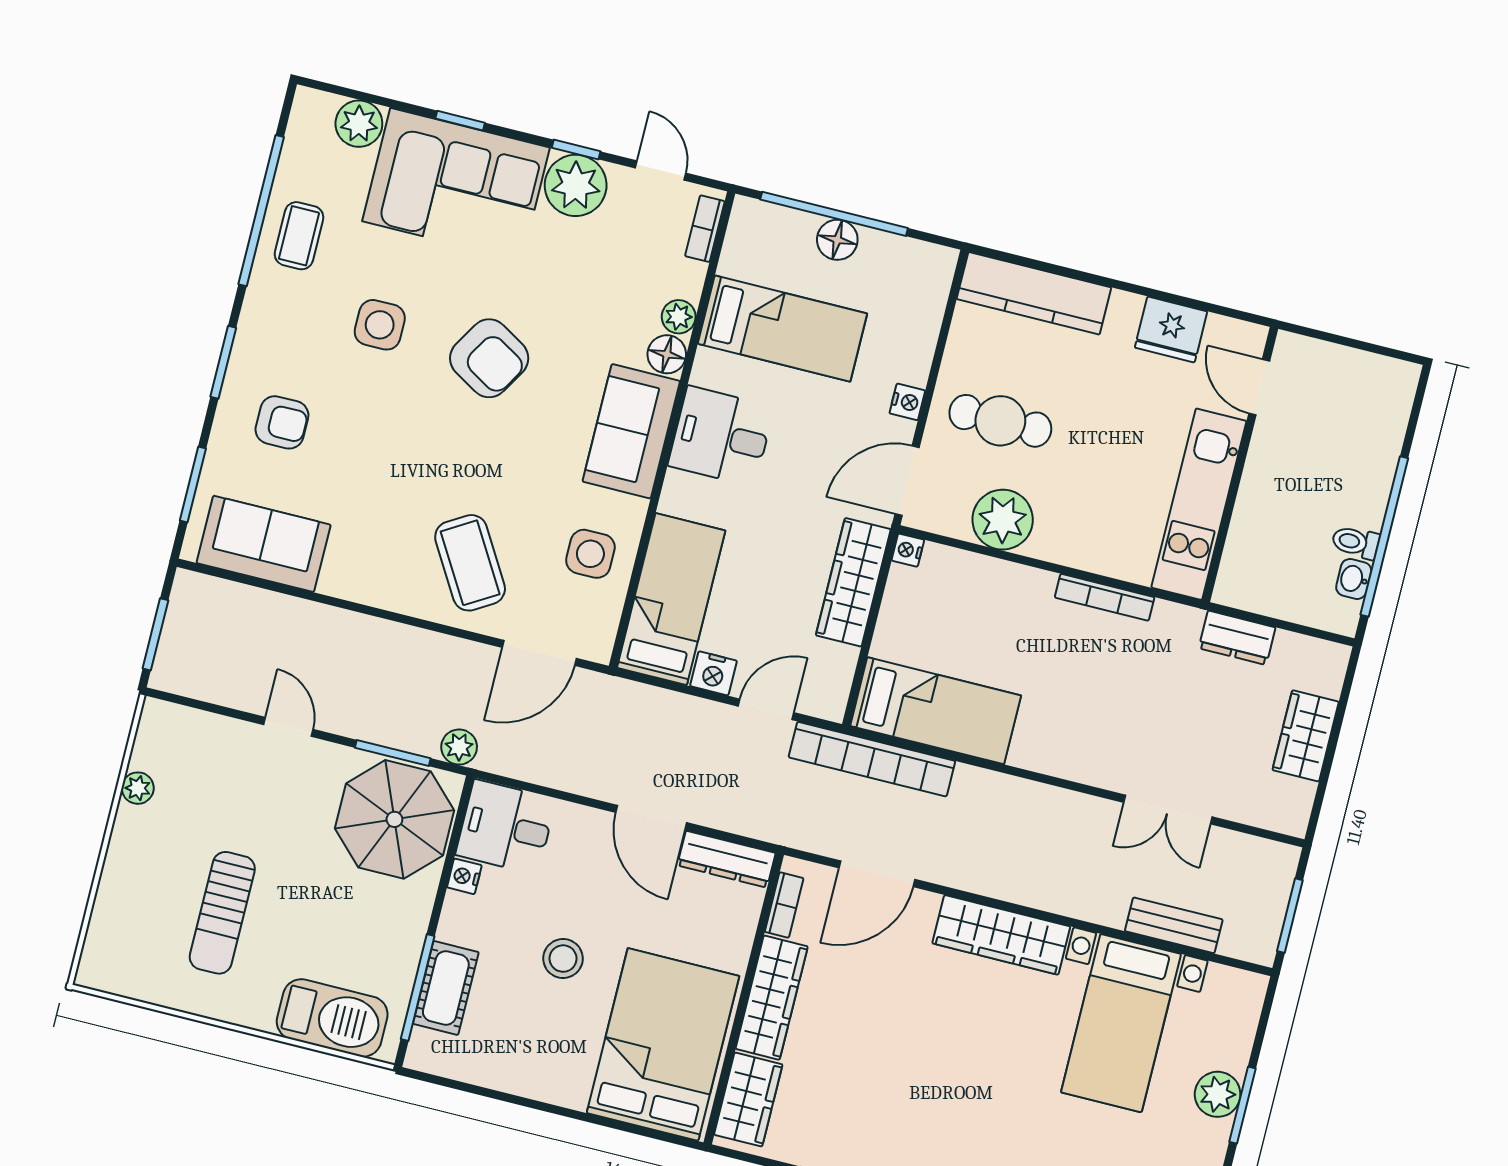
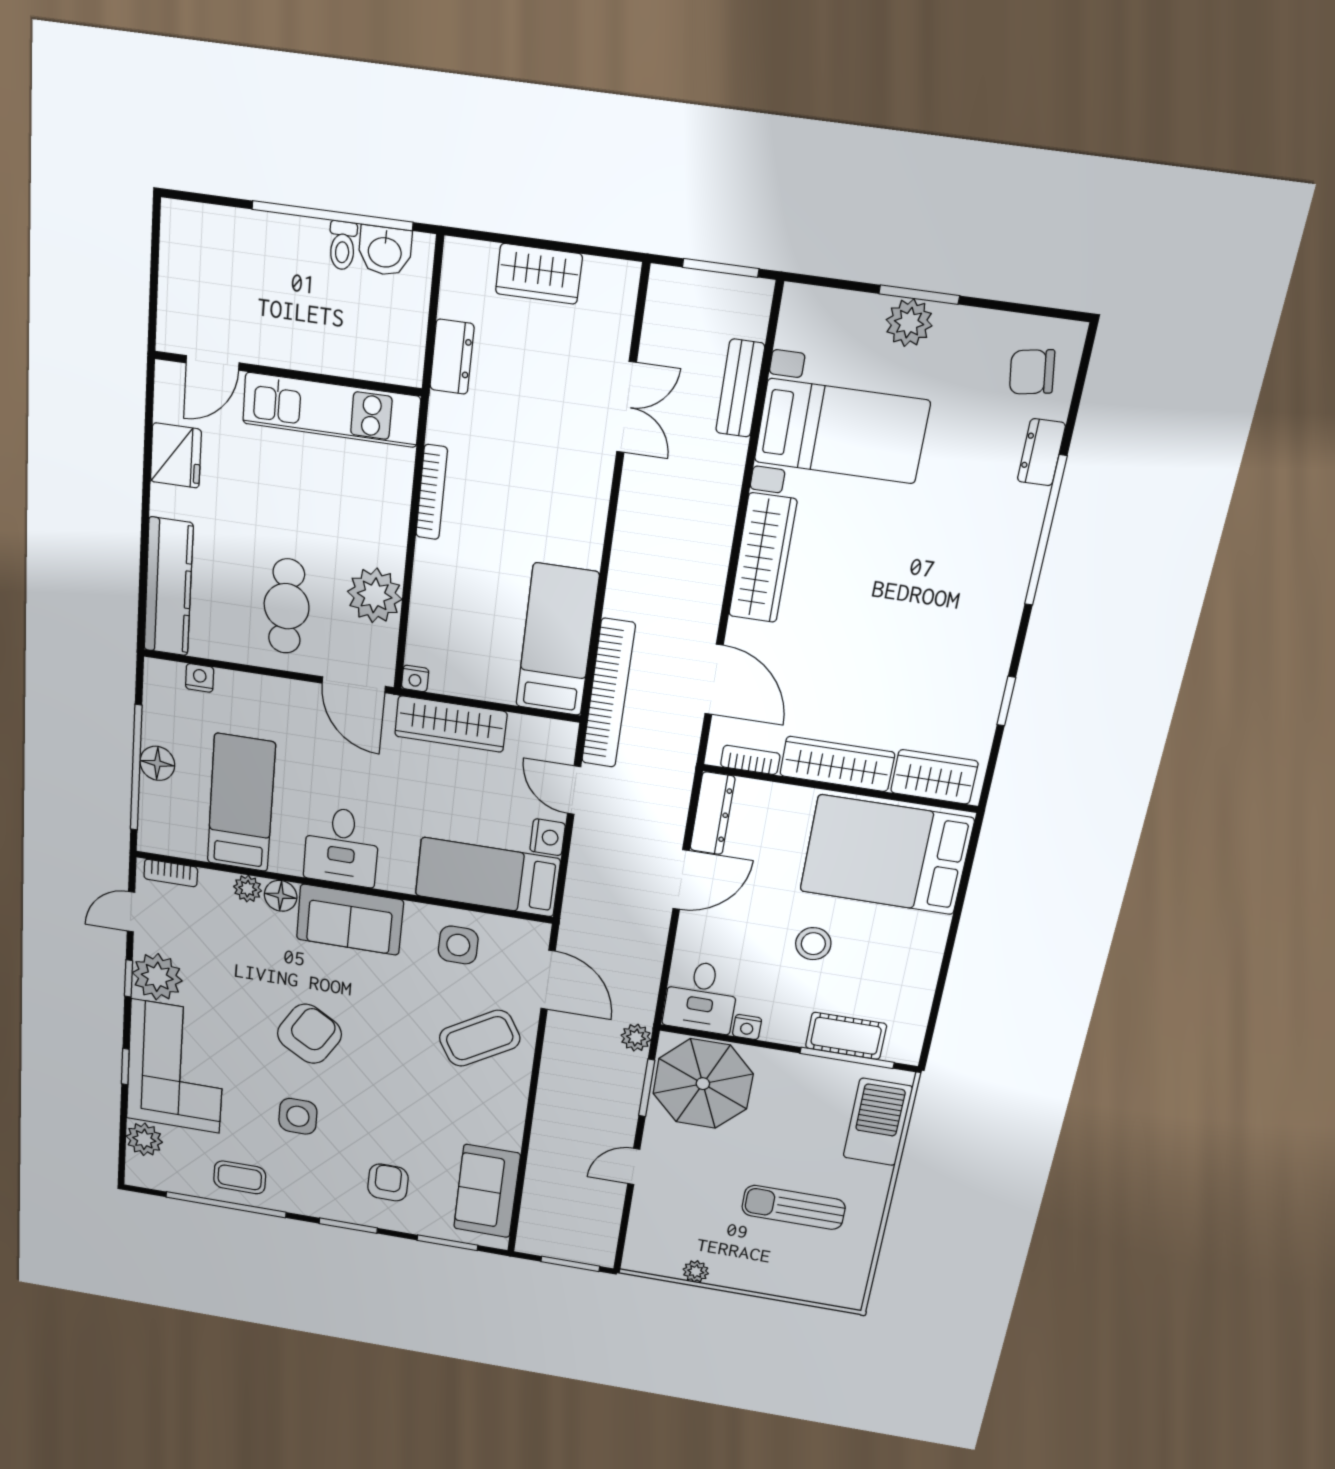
nightstand: (907, 402) -> (200, 678), moved
washbasin: (1354, 579) -> (385, 251), width x1.38, depth x1.45
sun lounger: (222, 913) -> (793, 1207), turned 180

